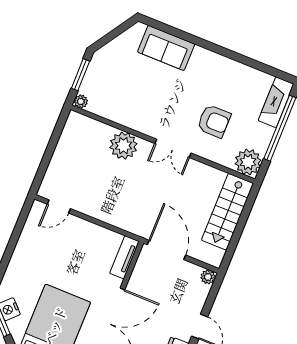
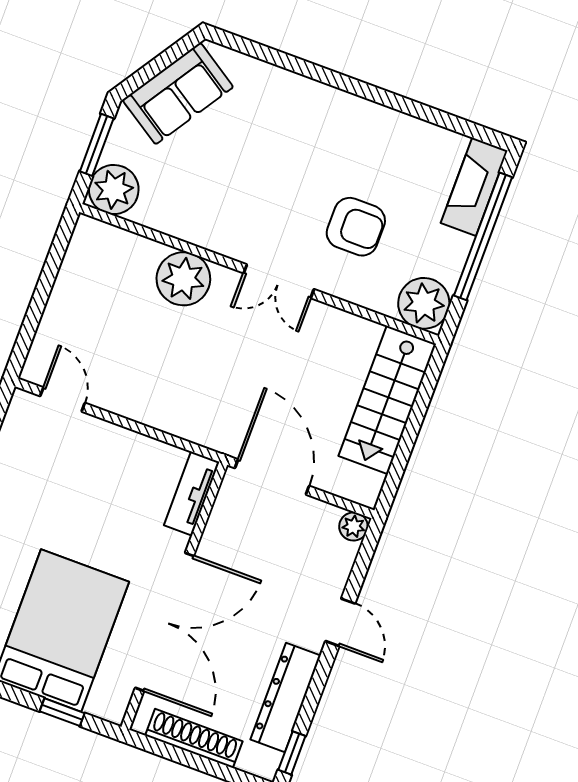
sofa: (166, 48) -> (178, 93), moved, turned -57
plant: (81, 101) -> (114, 190), width x1.88, depth x1.88
door: (59, 206) -> (63, 399), swing flipped

